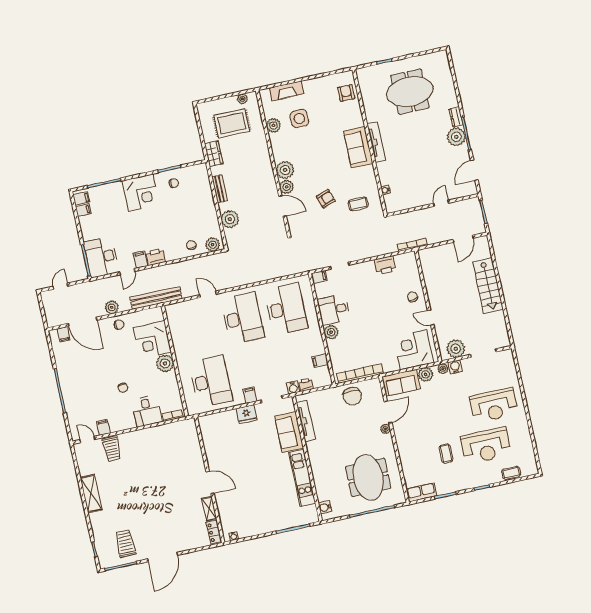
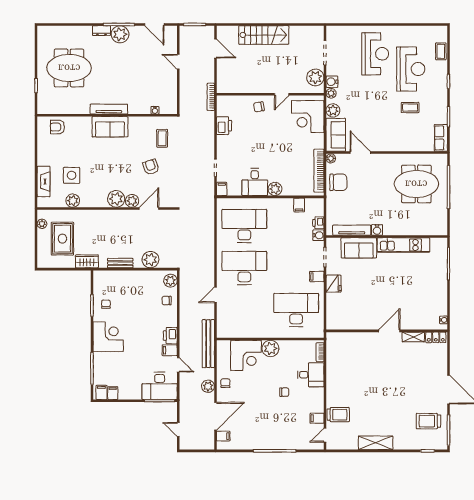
meeting table: (410, 92) -> (69, 68), turned 90
plant: (385, 429) -> (331, 158), moved
water cooler: (325, 507) -> (377, 230), moved

